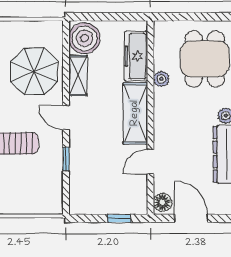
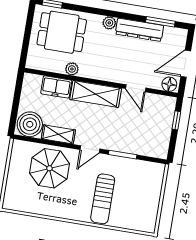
freezer: (136, 56) -> (56, 87), width x0.71
window: (66, 159) -> (123, 155), width x1.50

